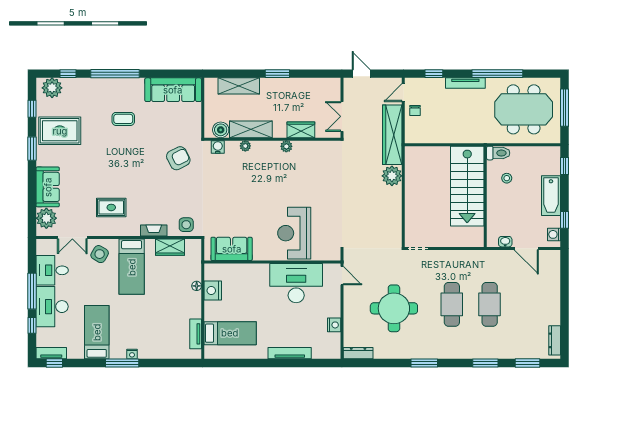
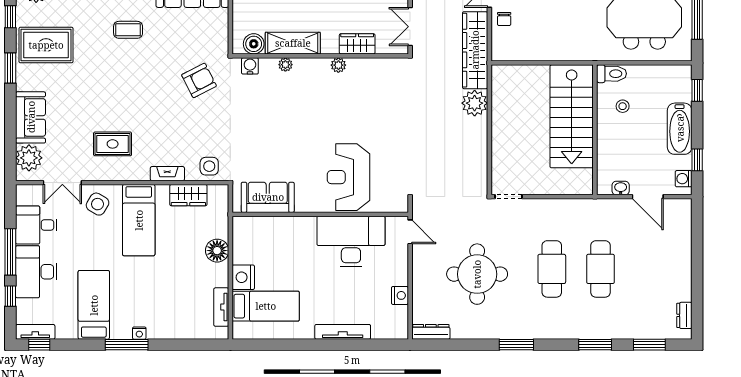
floor lamp: (197, 286) -> (217, 251), width x1.89, depth x1.89
nightstand: (213, 291) -> (243, 277), moved
dresser: (555, 340) -> (684, 315), width x0.70

